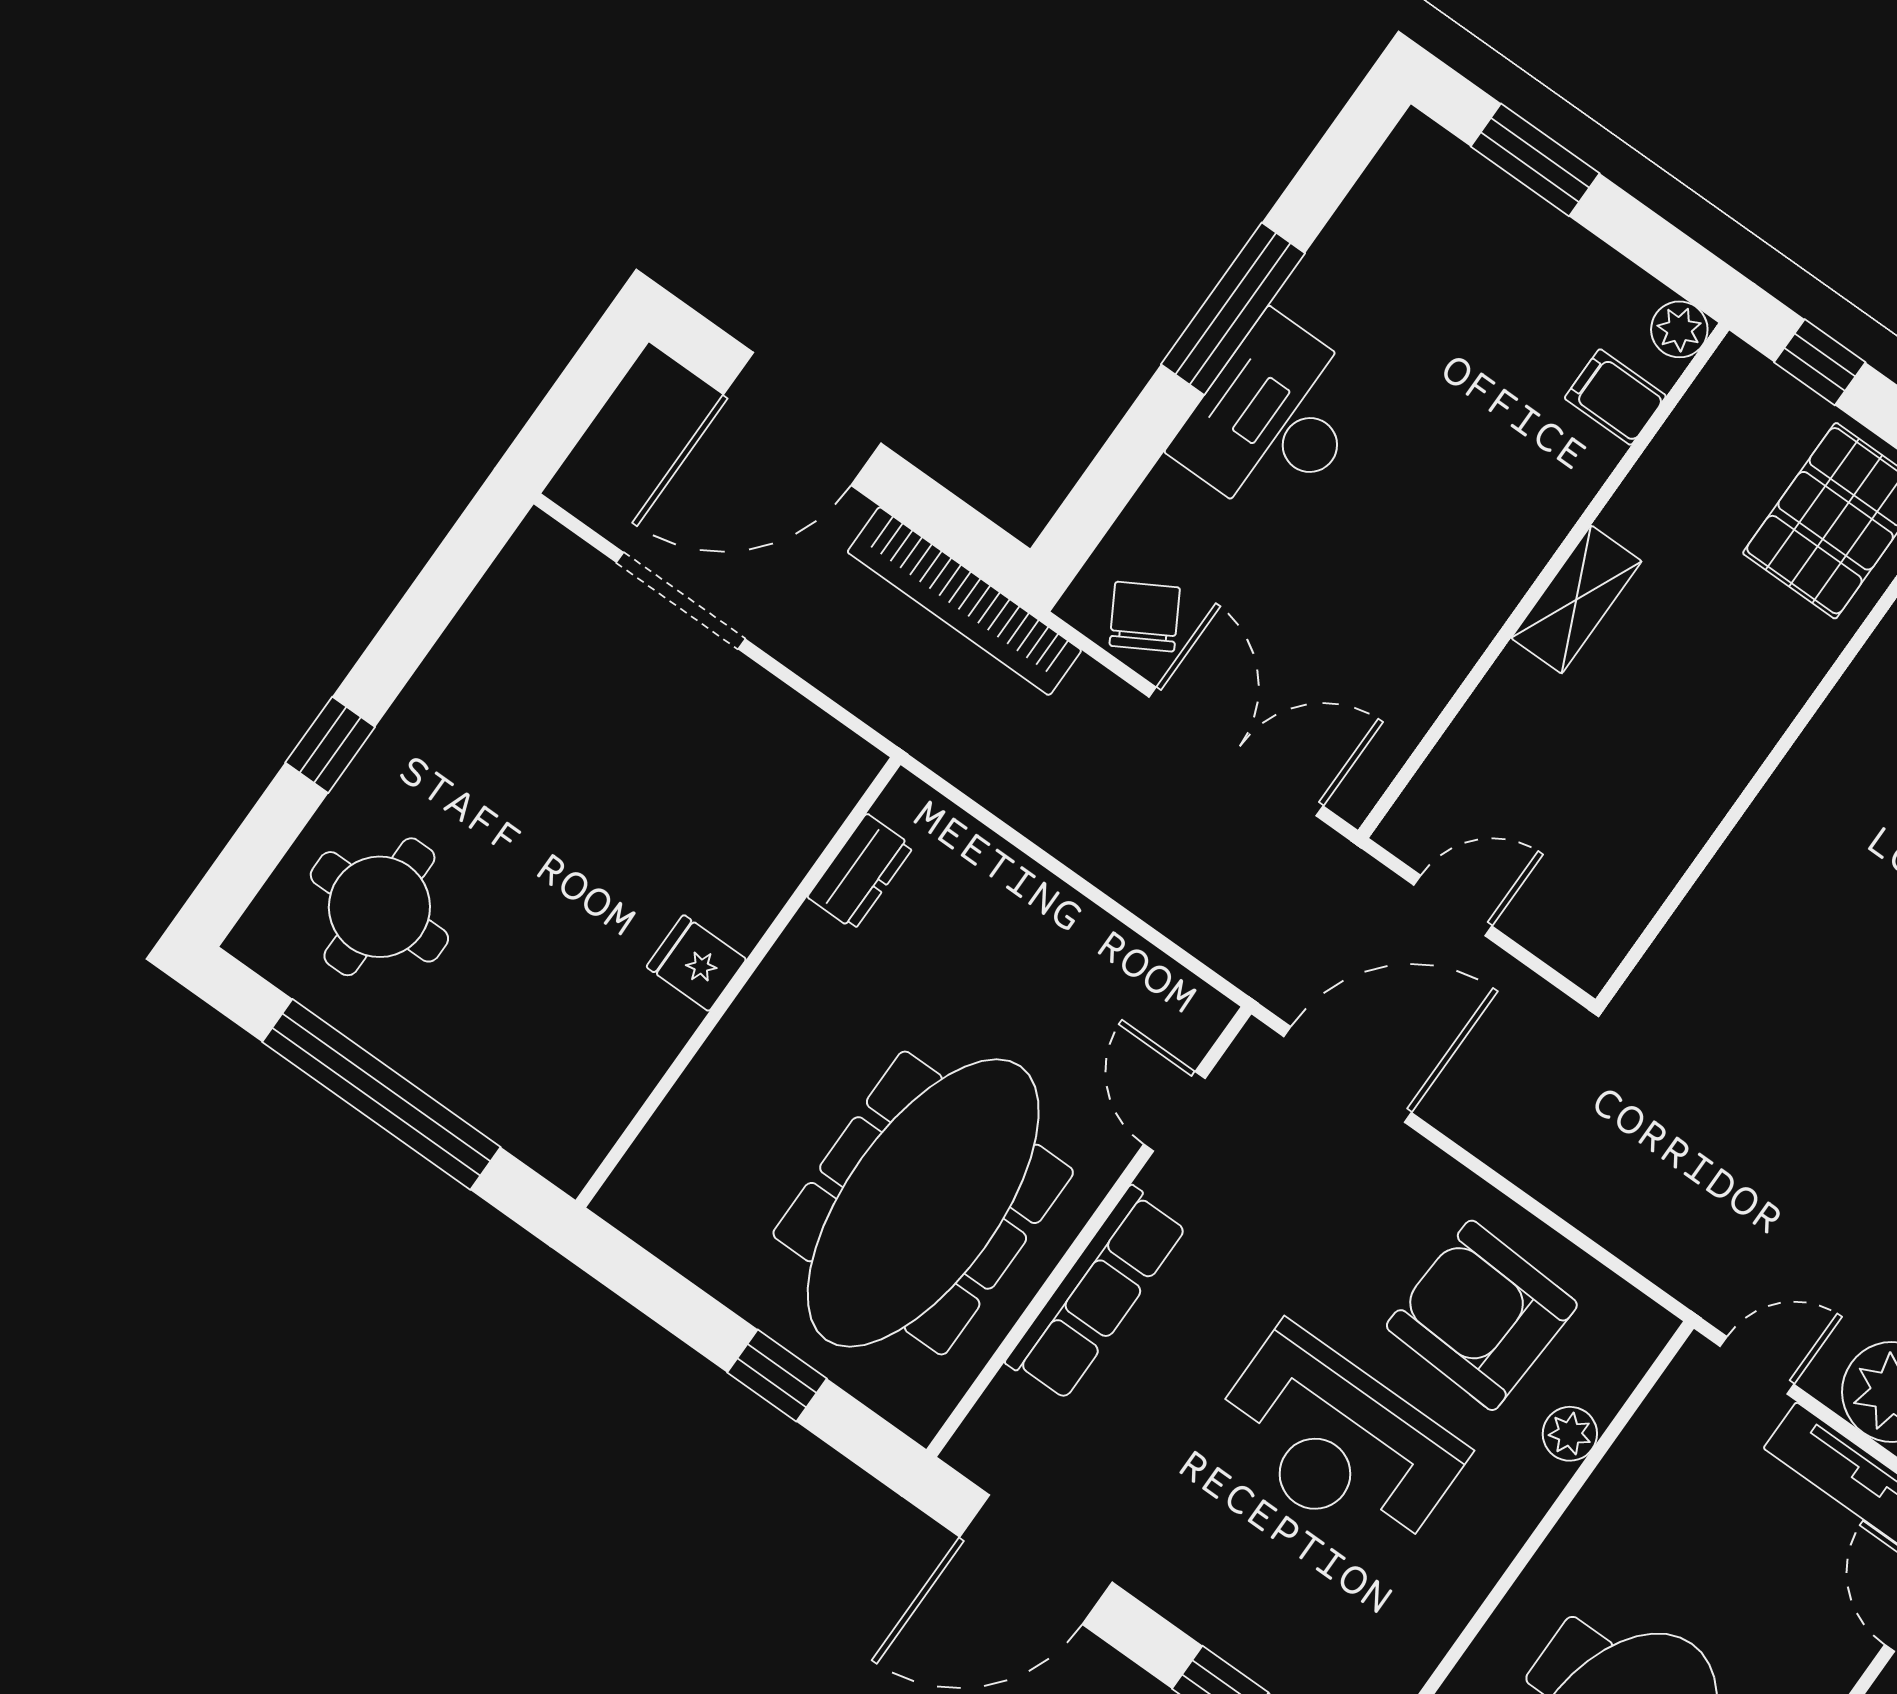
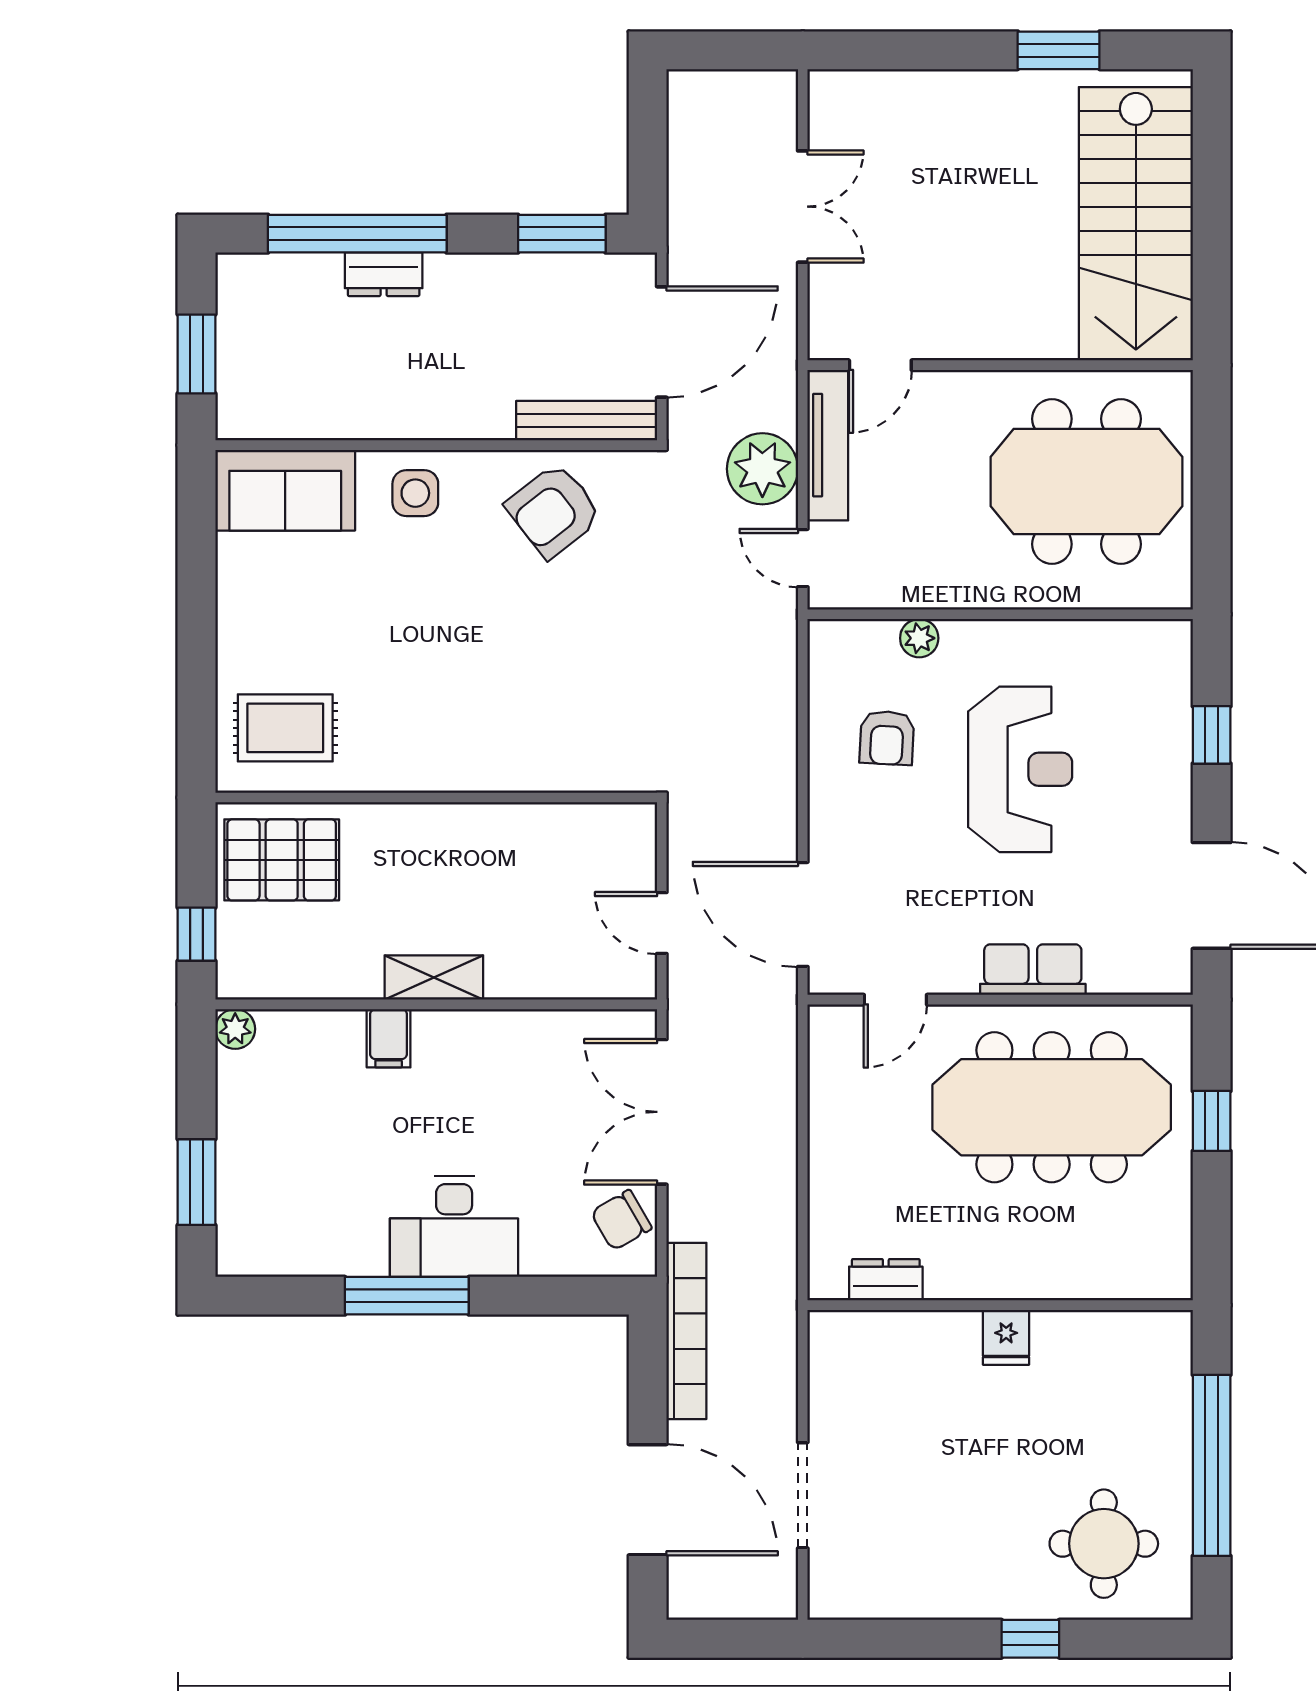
filing cabinet: (1615, 397) -> (389, 1038), moved
row of seats: (1097, 1294) -> (1033, 970), width x0.68
armchair: (1482, 1315) -> (887, 738), width x0.53, depth x0.53

